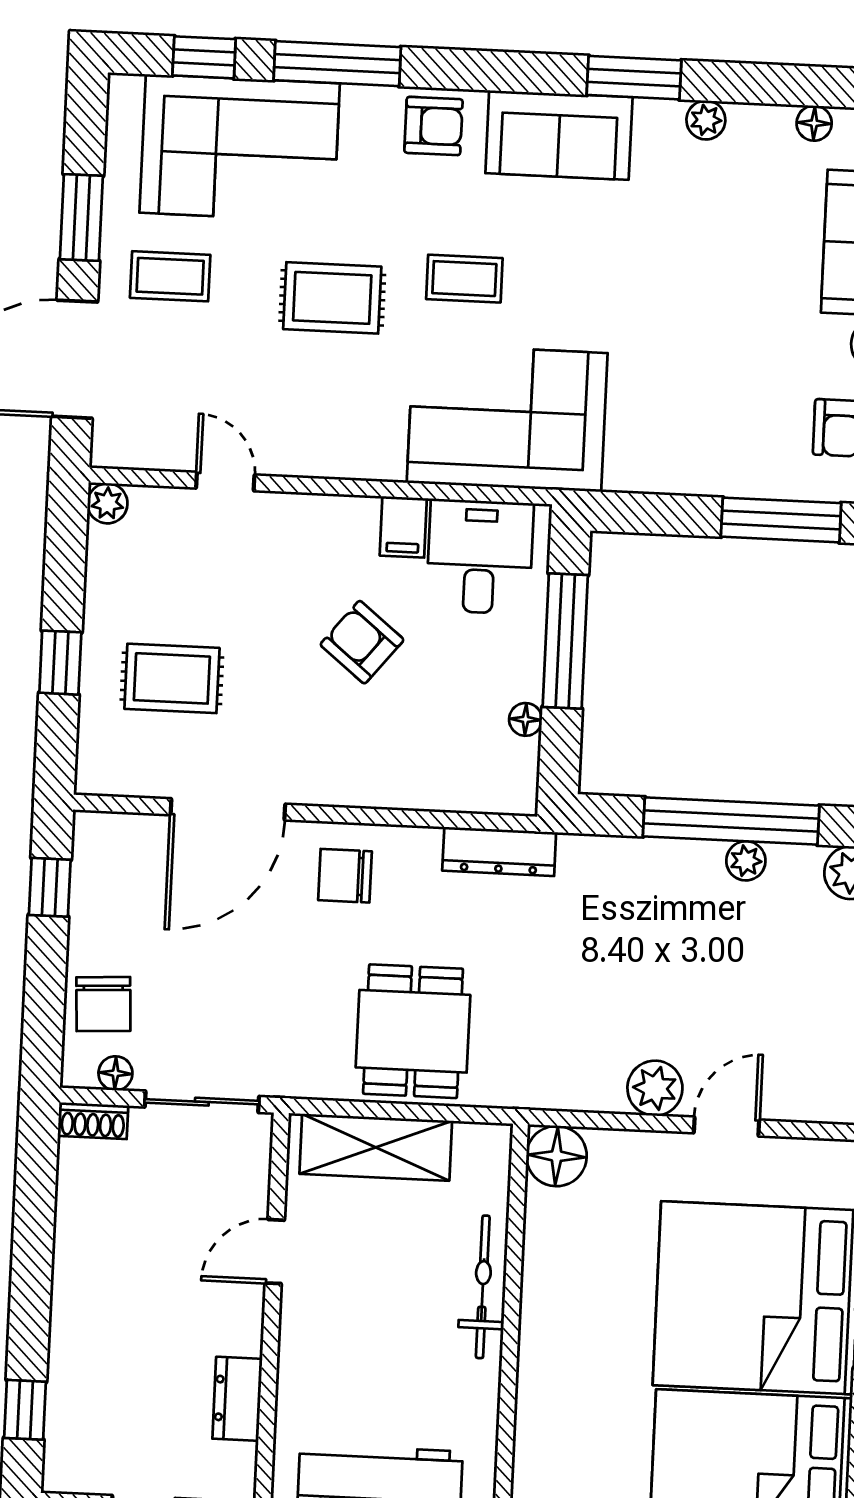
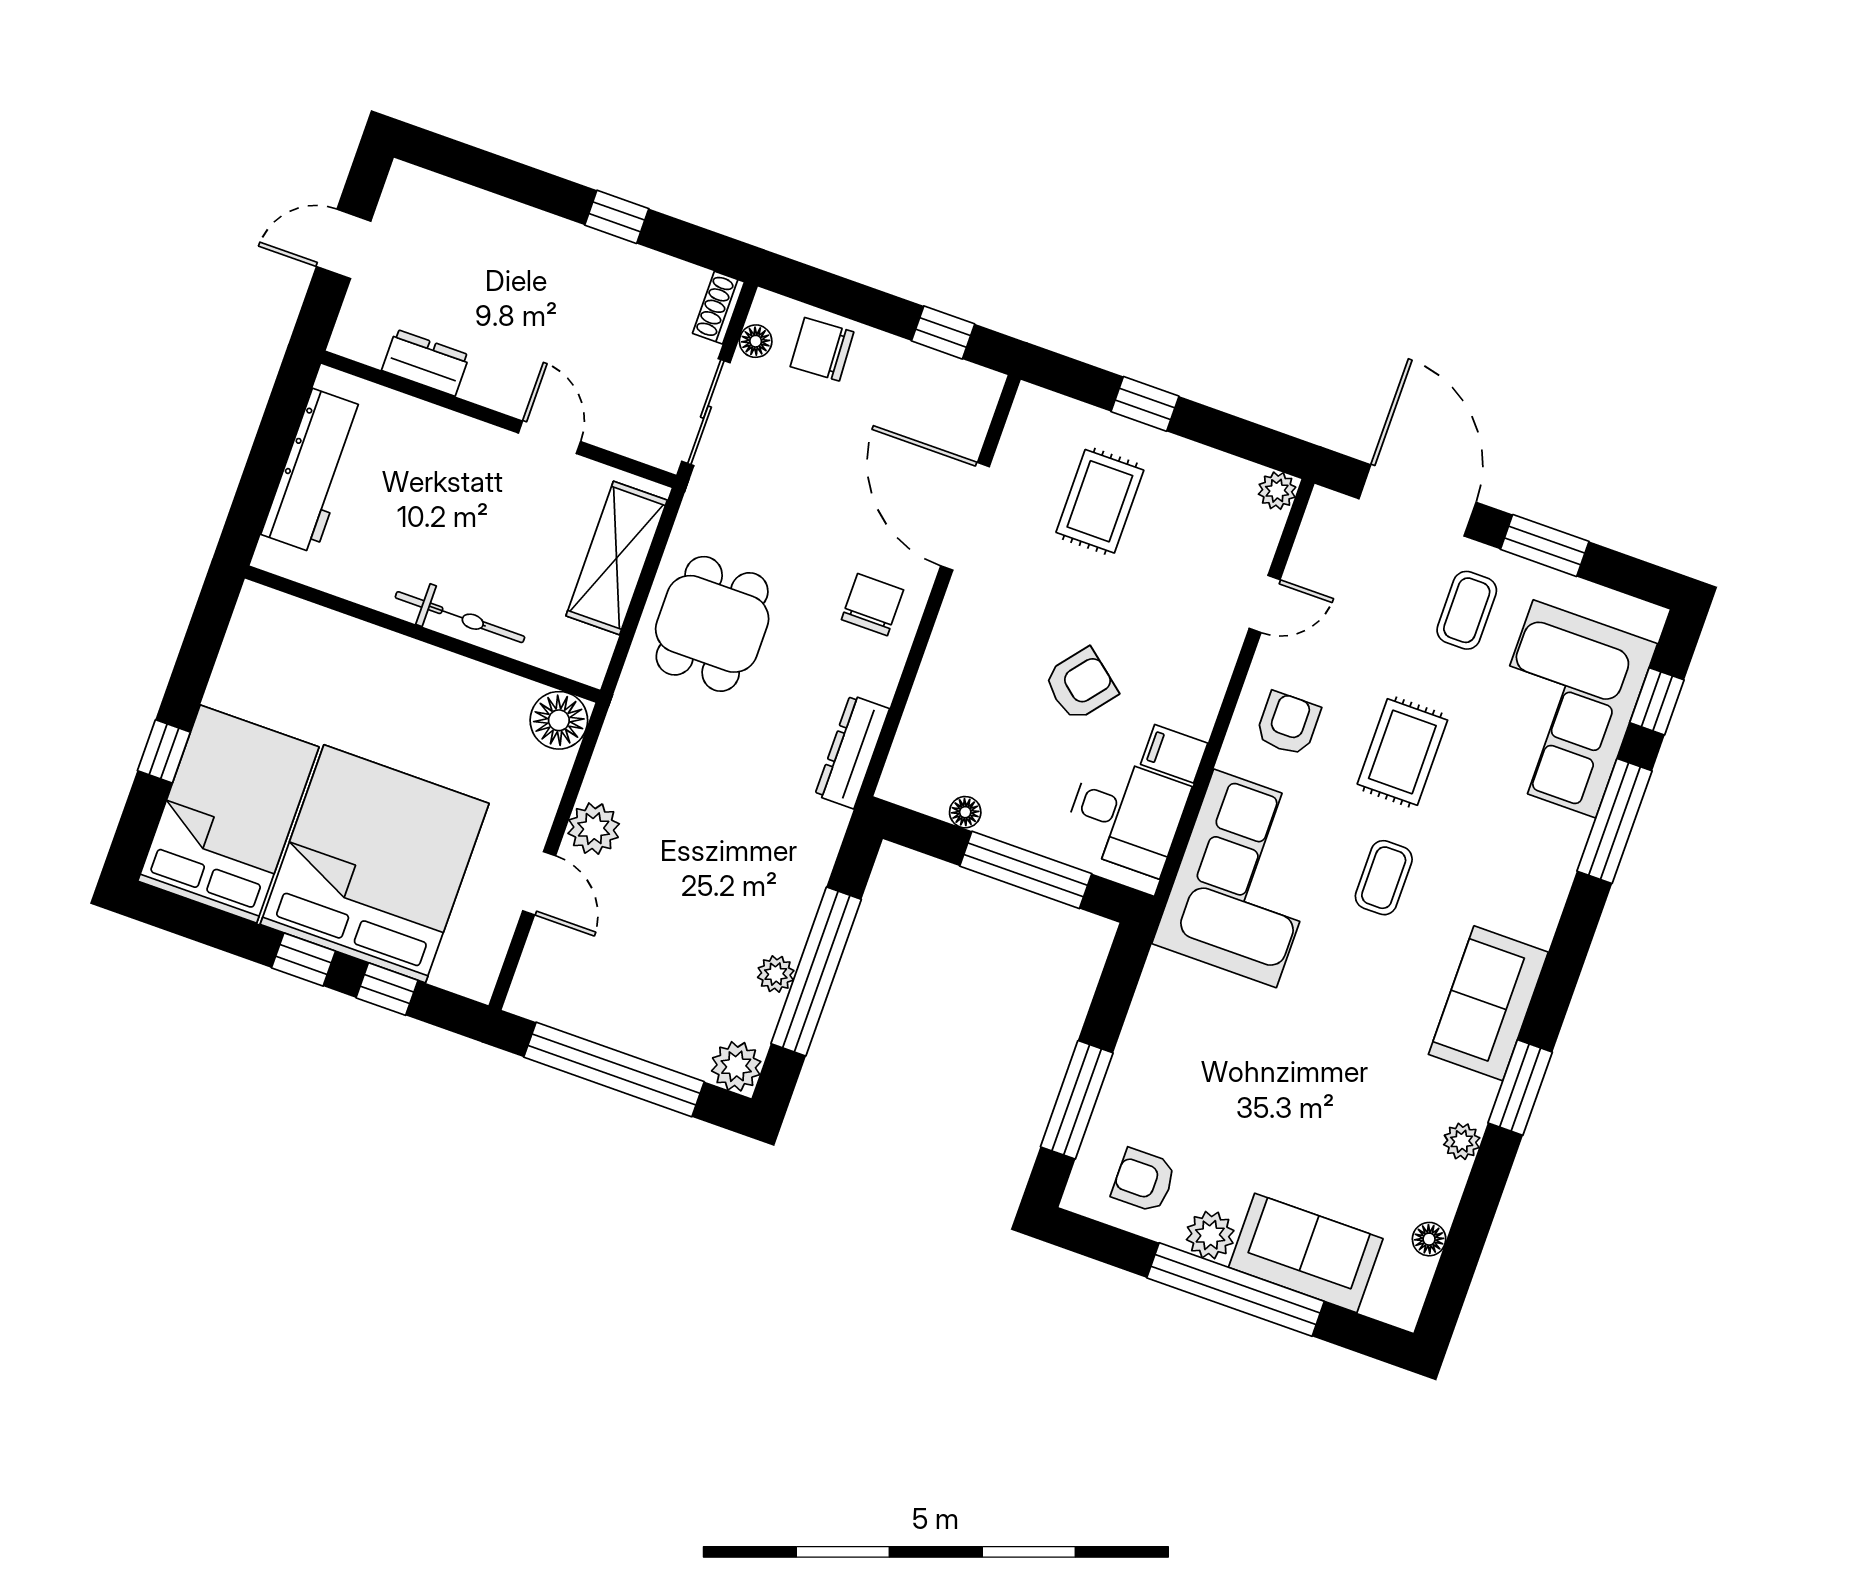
armchair: (434, 126) -> (1288, 724), moved, turned 180
dining table: (413, 1031) -> (712, 624), turned 90
window: (25, 1410) -> (617, 217), moved

